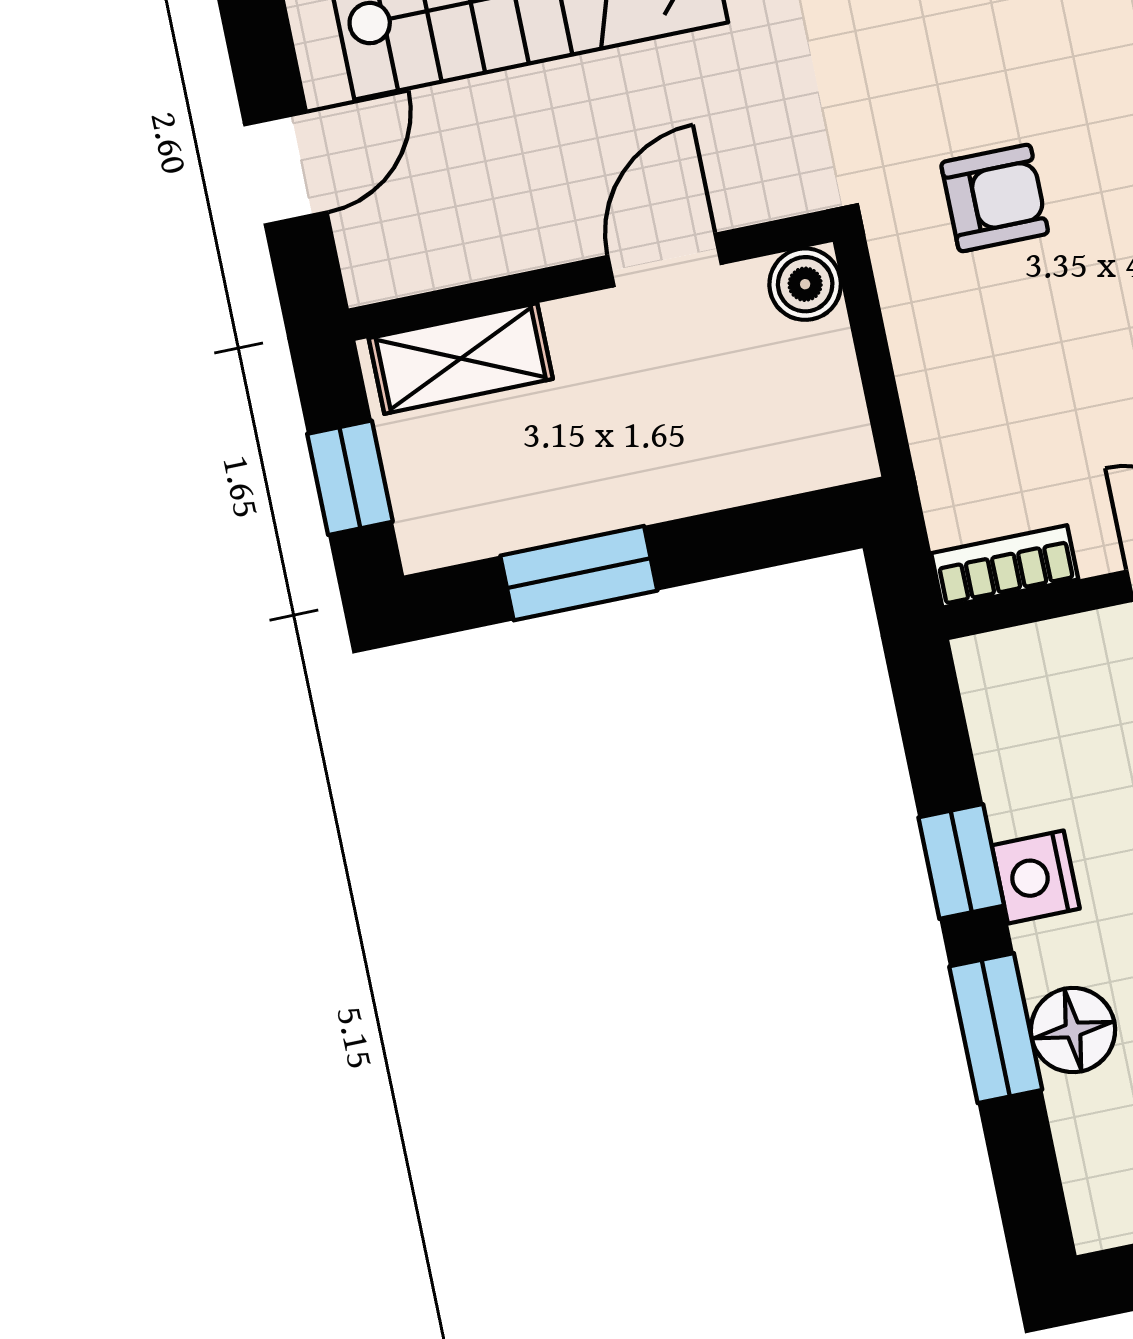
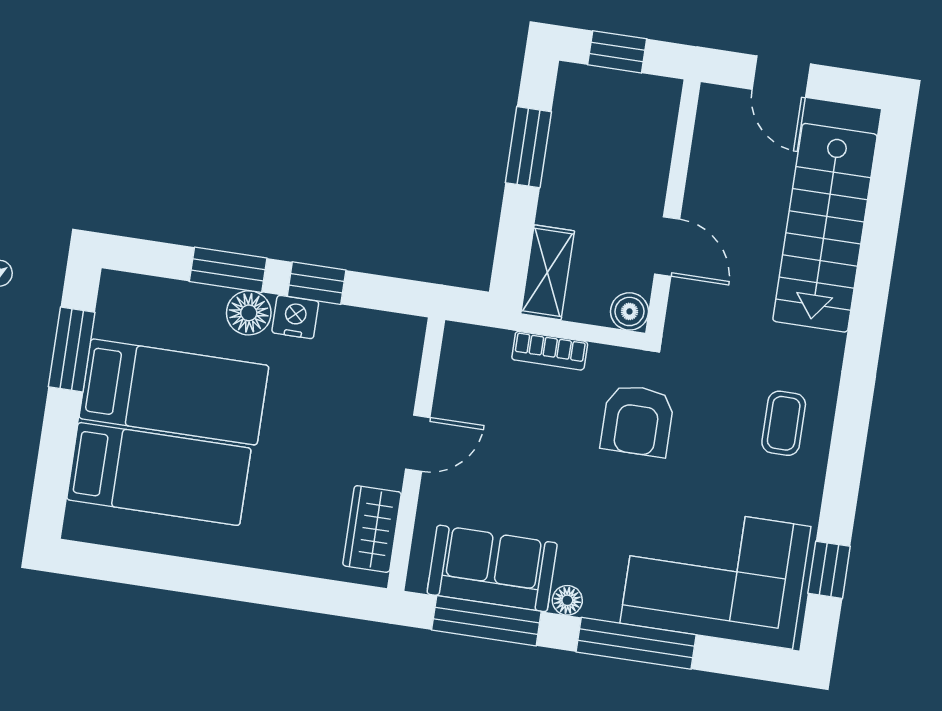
armchair: (995, 198) -> (637, 421), width x1.38, depth x1.38
shelving: (461, 359) -> (548, 272), moved
bookcase: (1005, 566) -> (550, 351), moved, turned 90
floor lamp: (1073, 1030) -> (249, 313), moved

